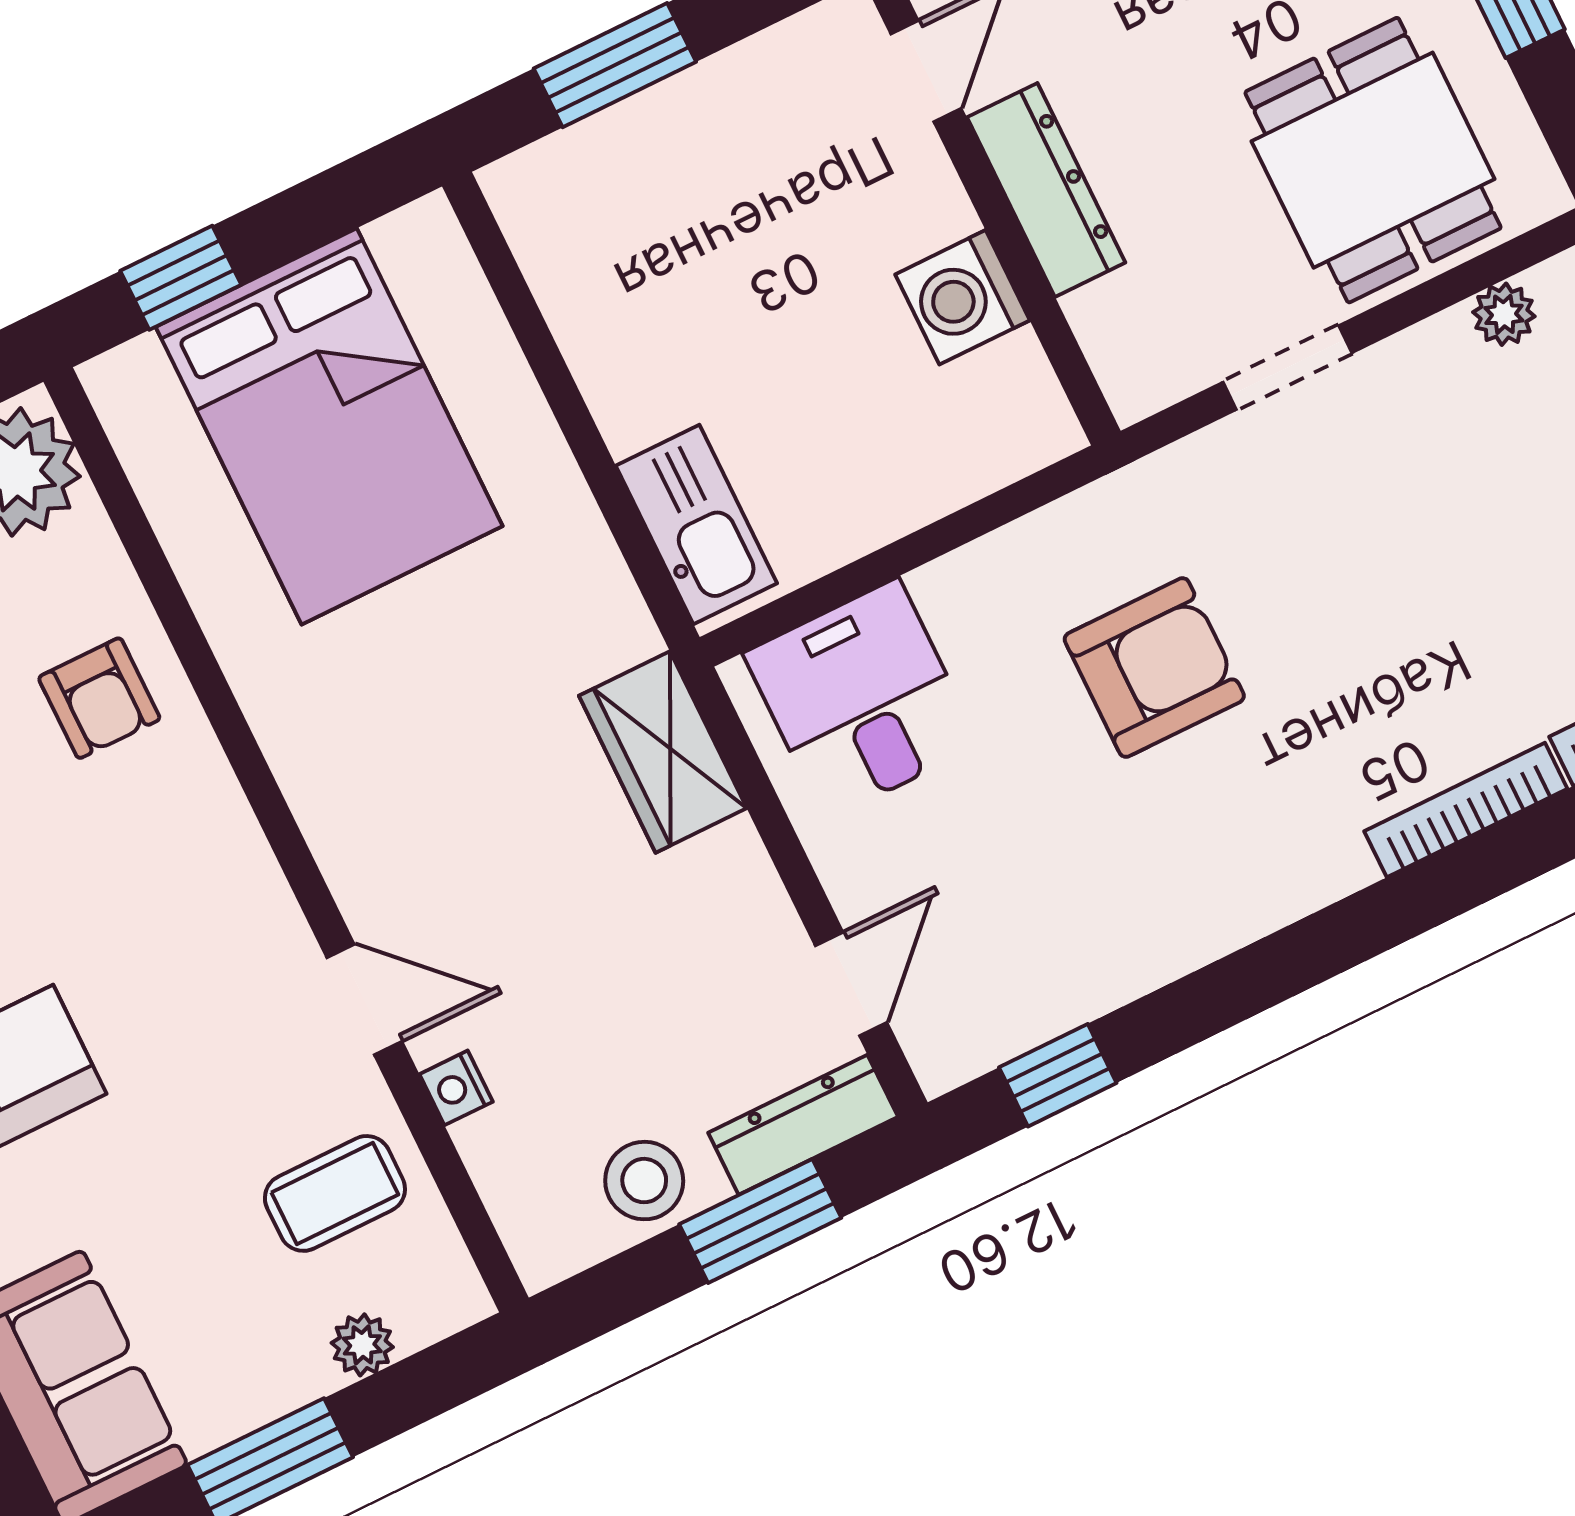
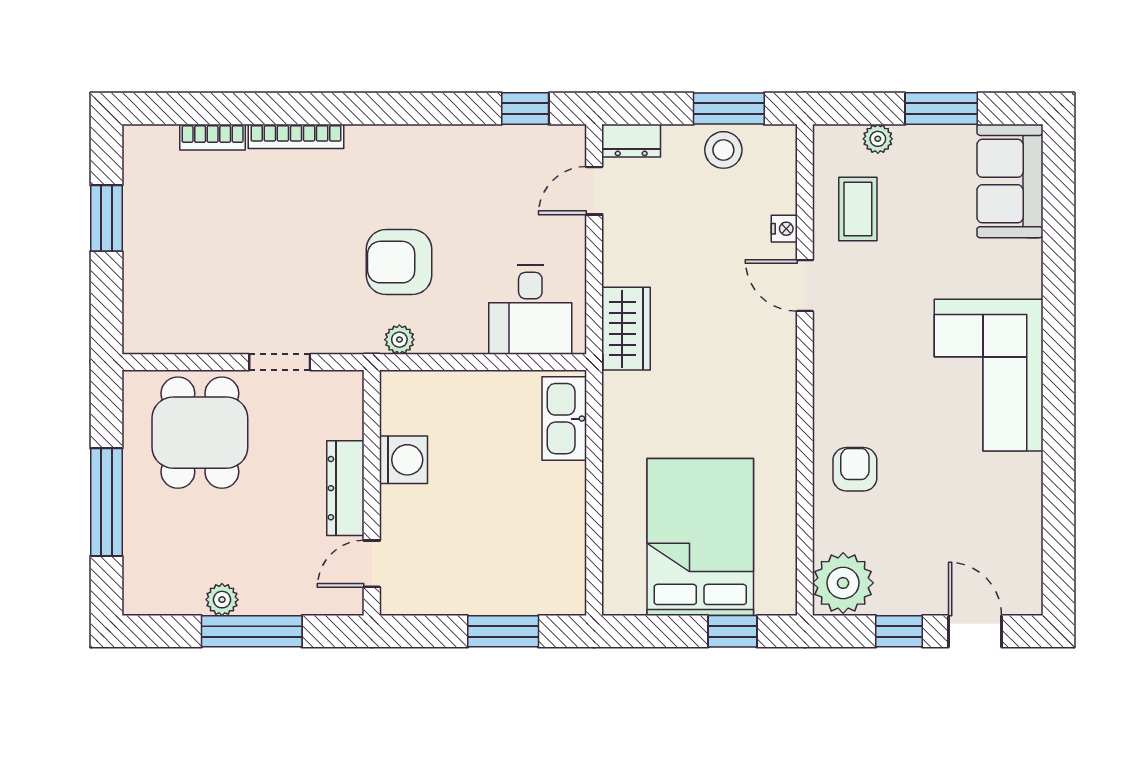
plant: (1504, 314) -> (399, 340), moved
dresser: (803, 1125) -> (631, 141), width x0.70
coffee table: (335, 1193) -> (858, 209), turned 90
window: (760, 1221) -> (729, 109), moved

